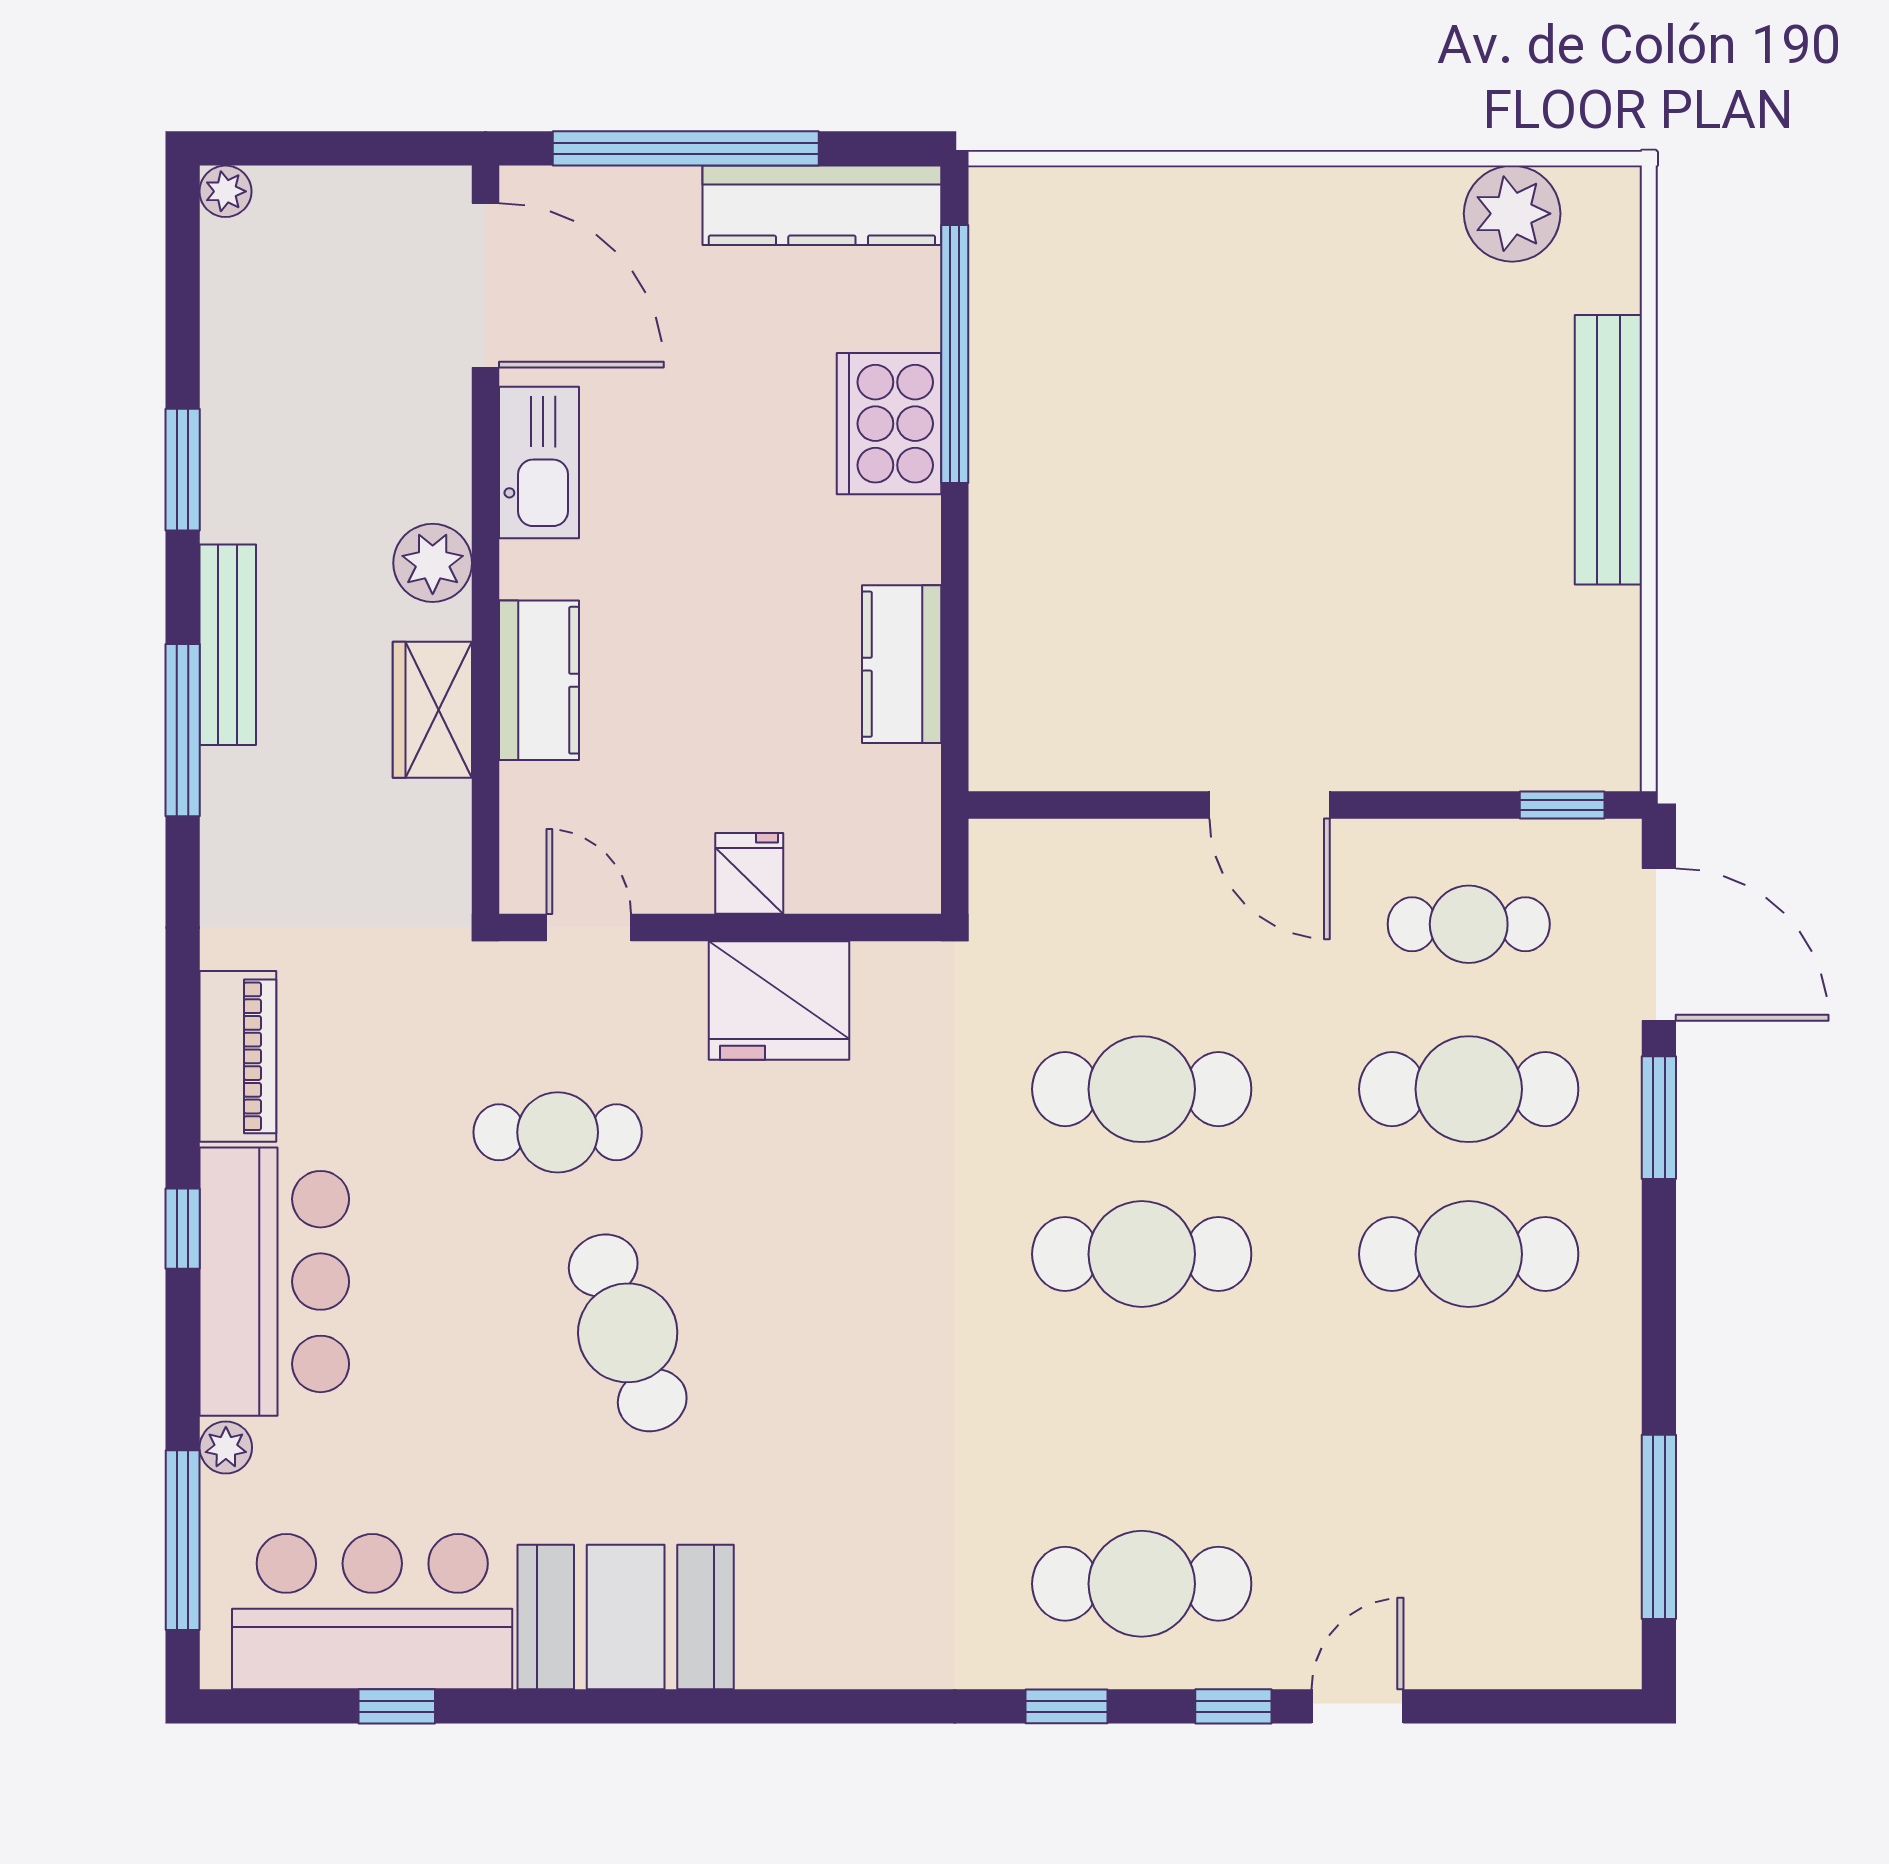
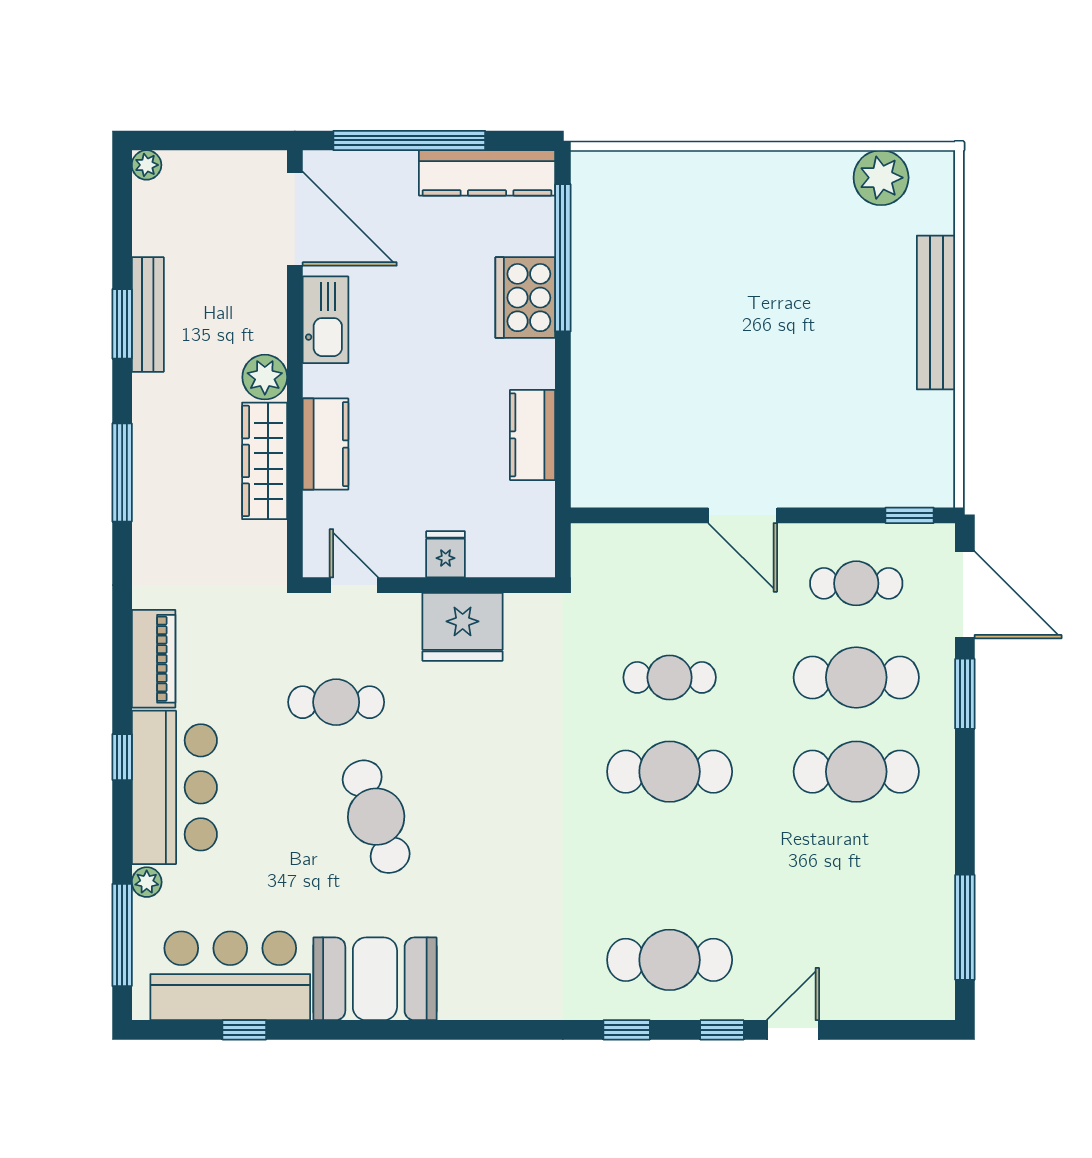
bench: (228, 645) -> (148, 315), moved
wardrobe: (432, 710) -> (265, 461), width x1.50
cafe table: (1142, 1089) -> (670, 677), width x0.73, depth x0.74

